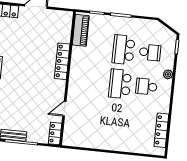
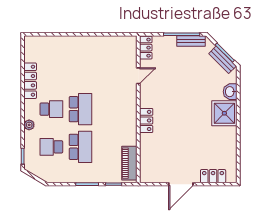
locker: (62, 61) -> (146, 120), width x0.66
locker: (161, 130) -> (30, 81), moved

